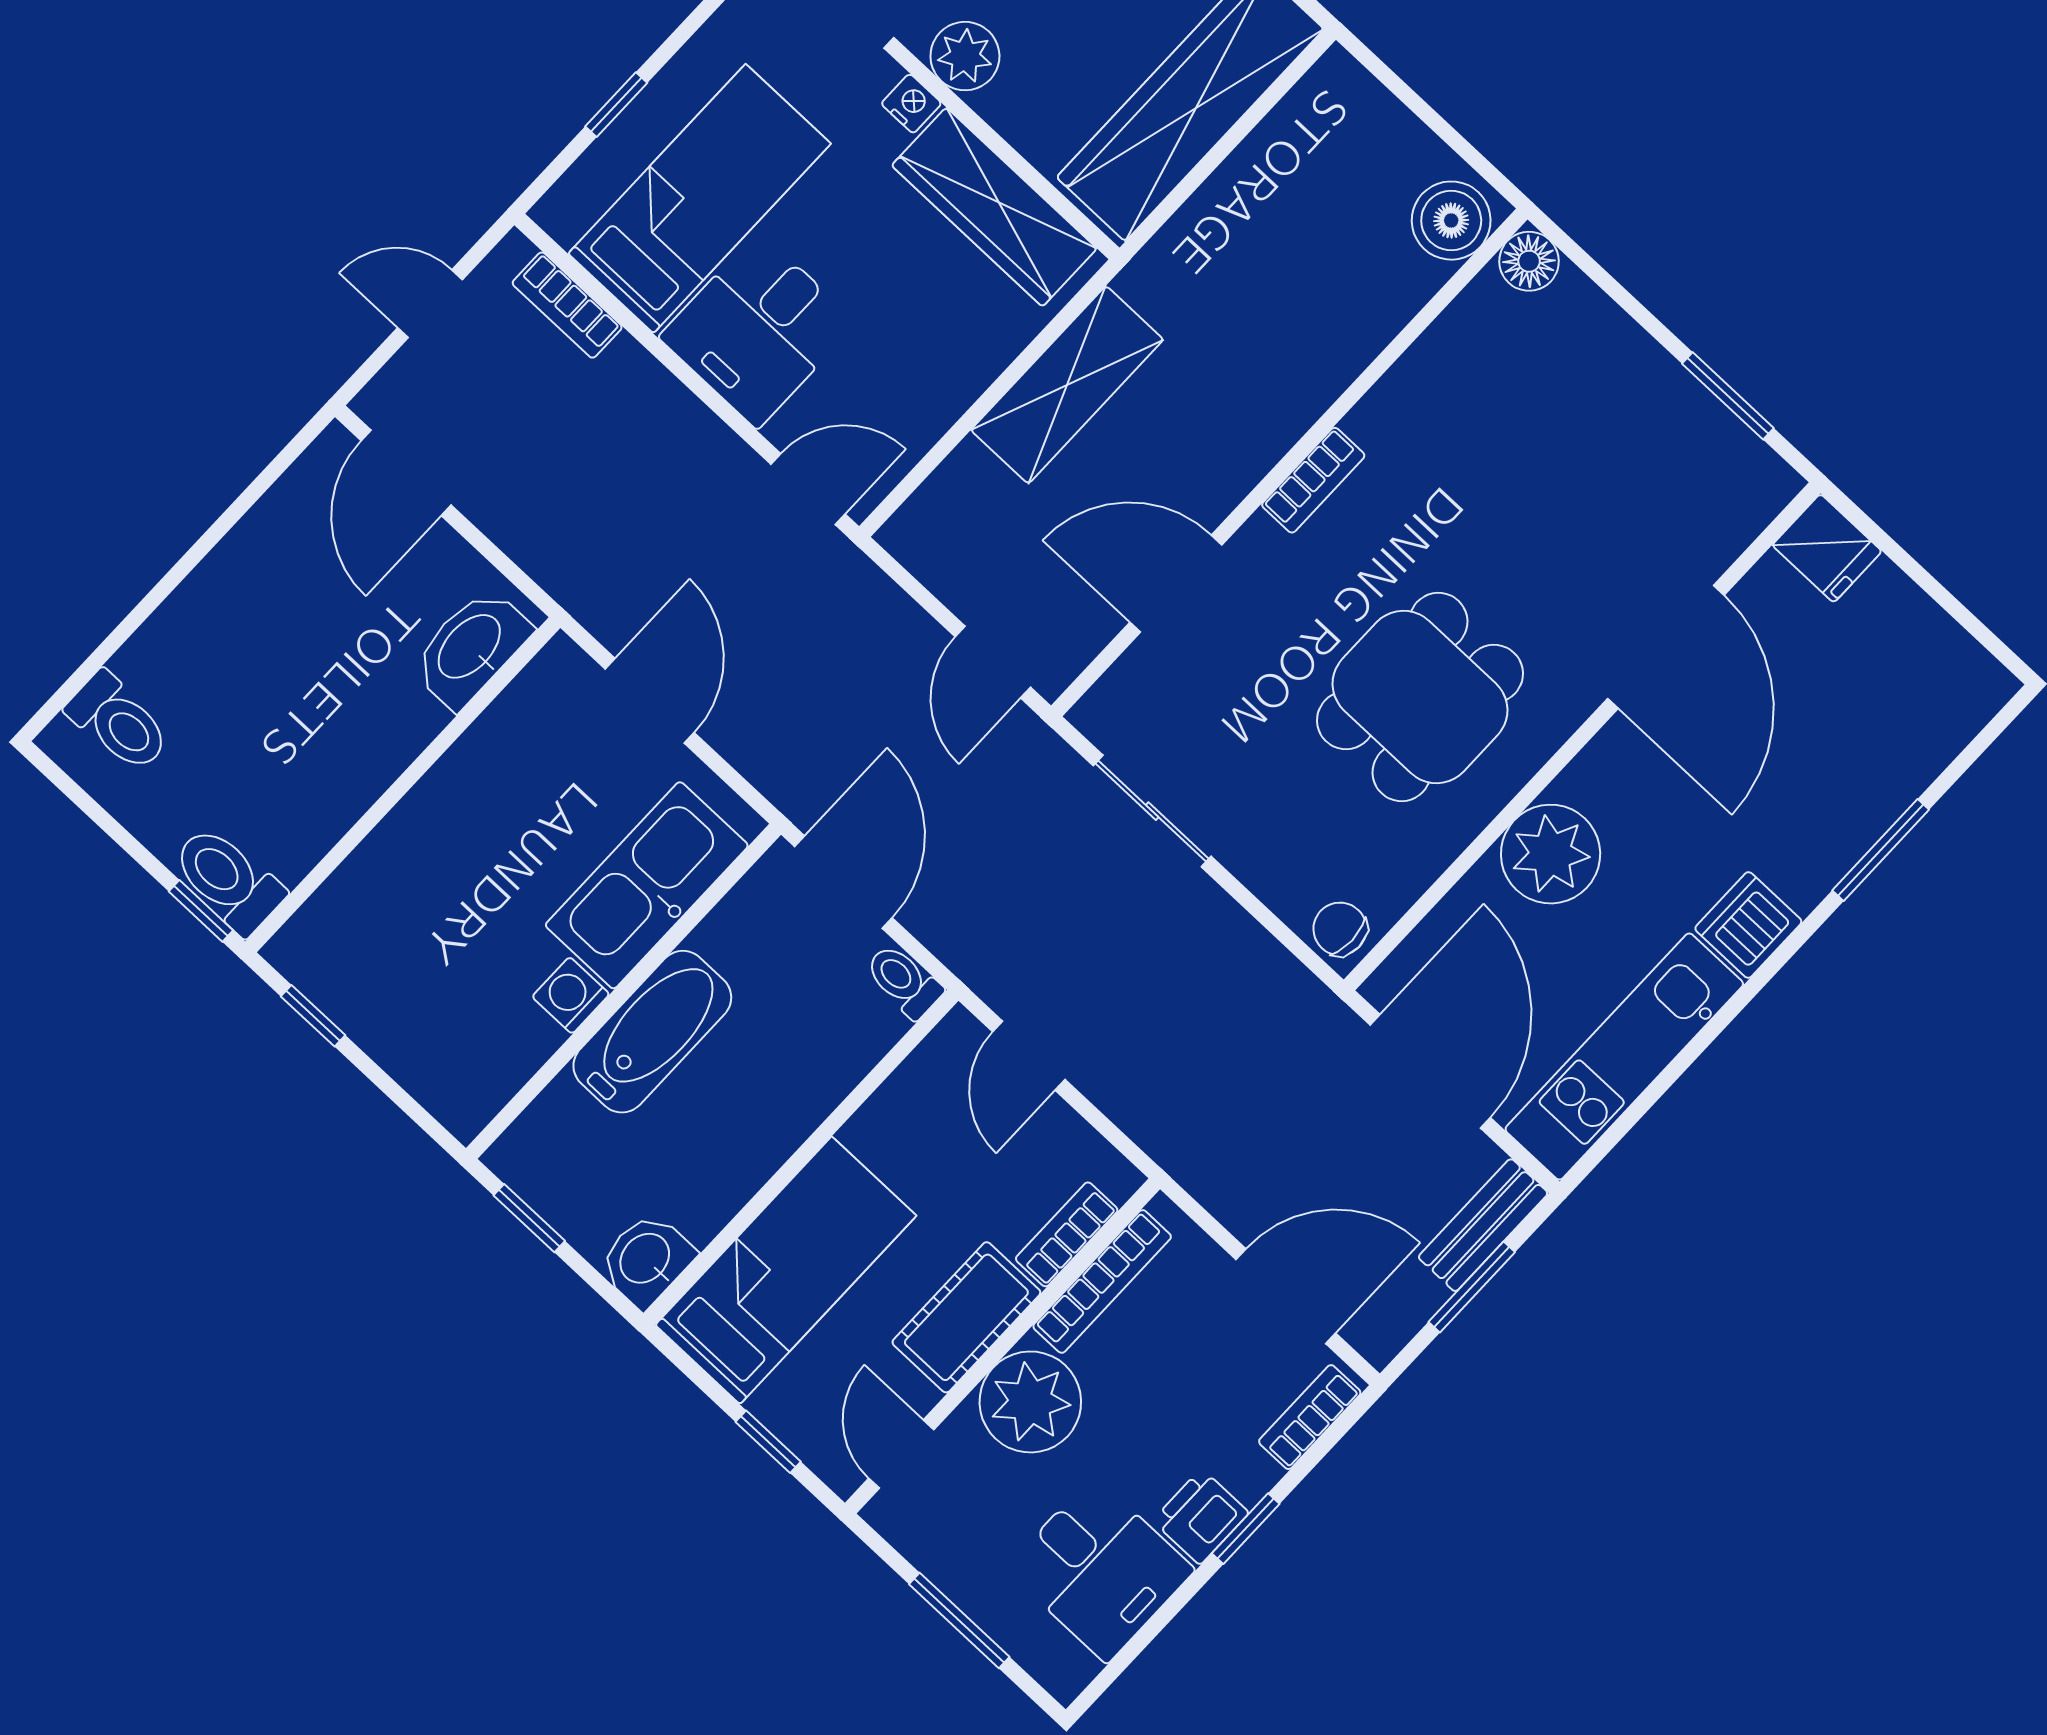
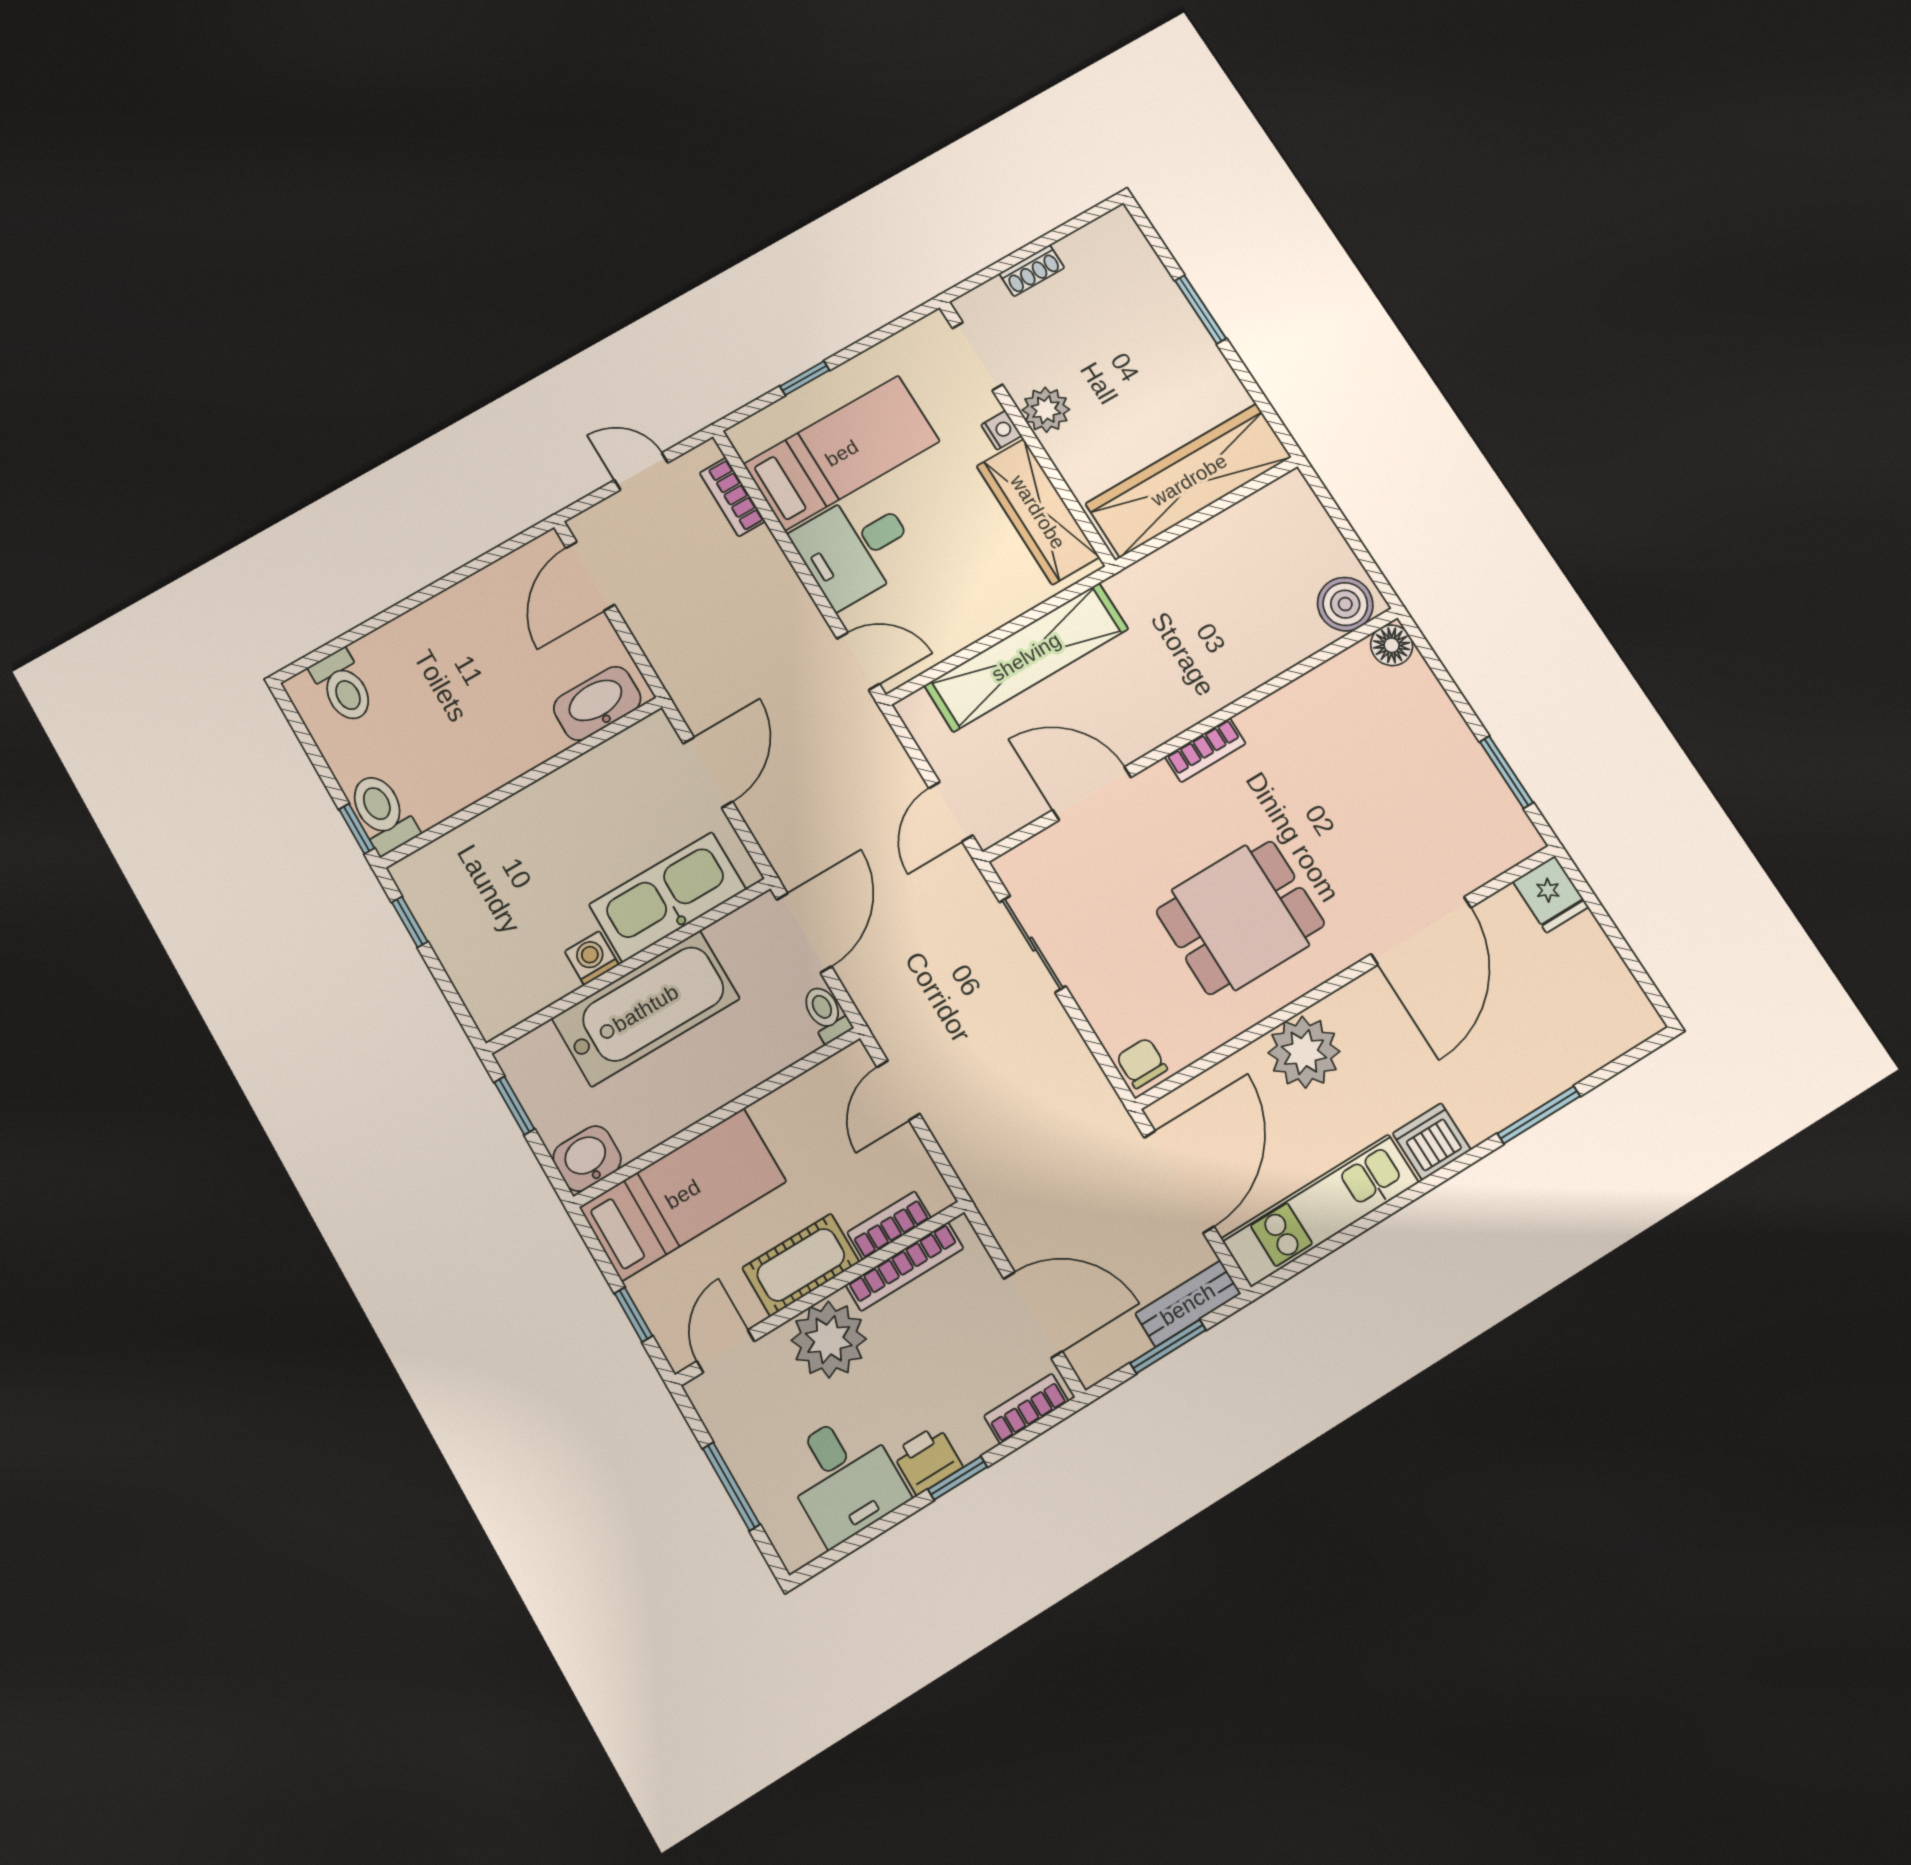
shelving: (1067, 385) -> (1026, 657), width x1.47
bathtub: (652, 1032) -> (646, 1008), width x1.36, depth x1.36

